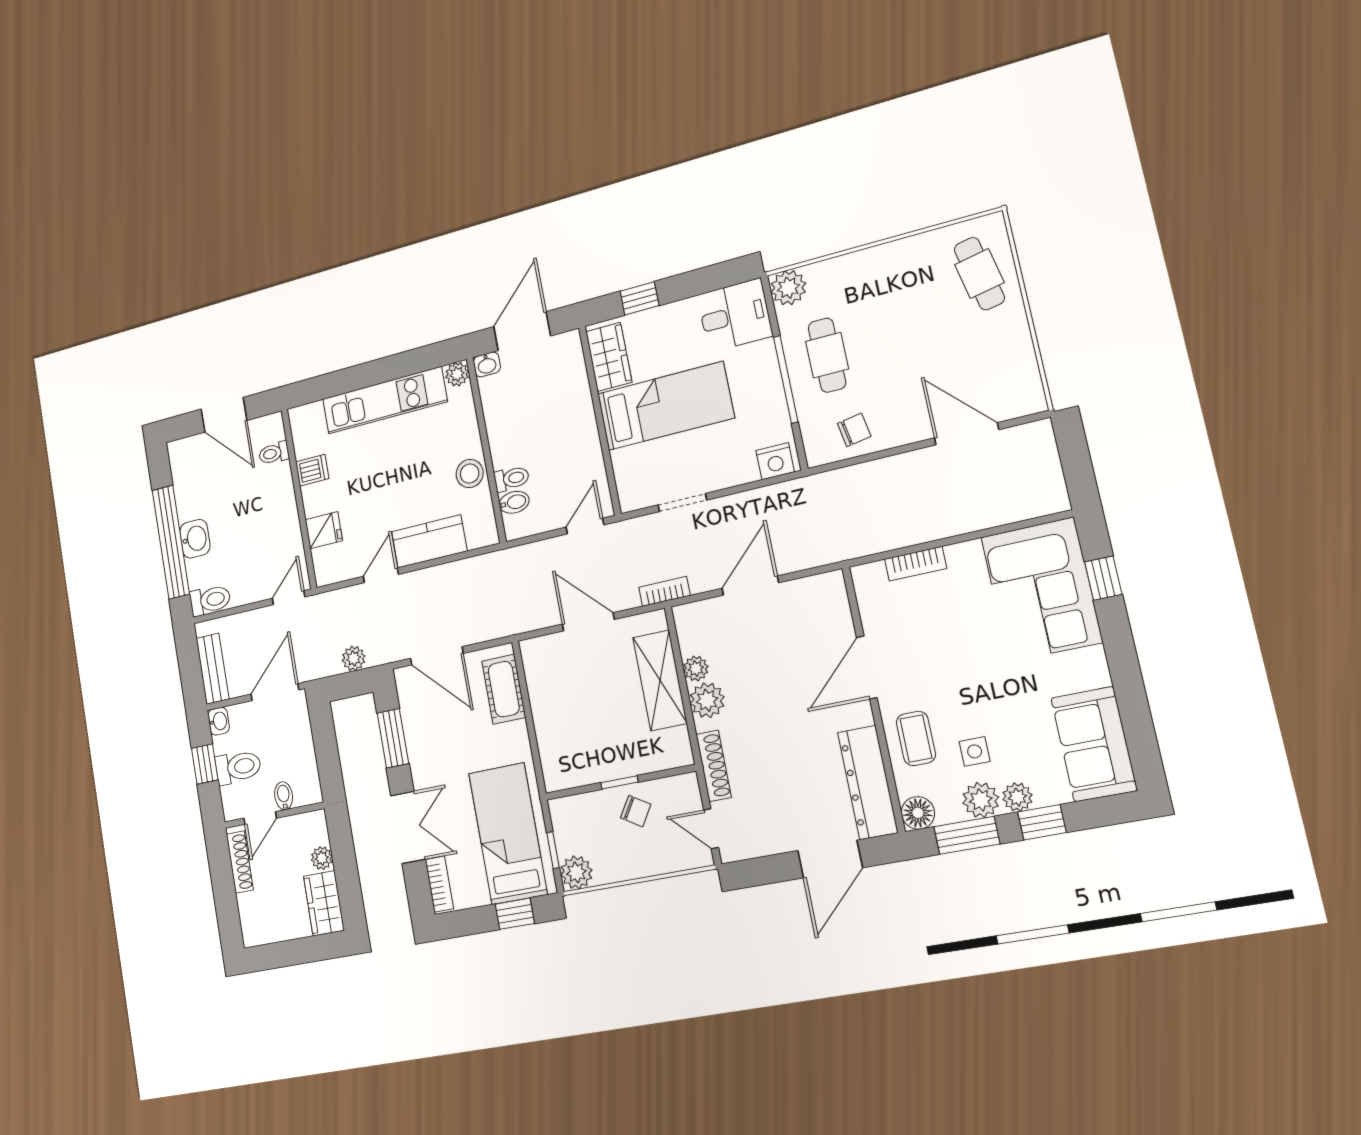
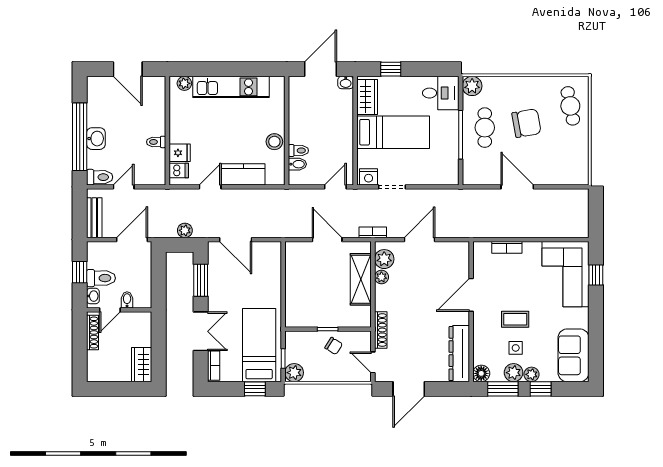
washbasin: (487, 364) -> (346, 82), moved
plant: (457, 374) -> (184, 83), moved
chair: (854, 430) -> (526, 123), moved, width x1.87, depth x1.87
door: (967, 434) -> (517, 187), moved
toilet: (274, 453) -> (156, 142), moved
nightstand: (775, 461) -> (369, 177), moved
dishwasher: (312, 470) -> (179, 171), moved
door: (289, 598) -> (124, 187), moved
cot: (504, 689) -> (272, 266), removed
plant: (707, 700) -> (384, 259), moved
washbasin: (219, 721) -> (93, 296), moved
coffee table: (916, 738) -> (515, 319), moved, turned 90
plant: (322, 858) -> (145, 339), removed
door: (830, 859) -> (409, 389), moved

